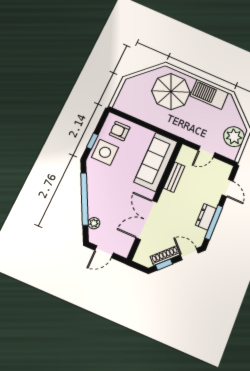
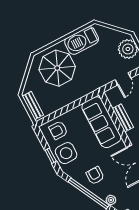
bench: (124, 95) -> (33, 106), added
armchair: (105, 192) -> (95, 176), added

